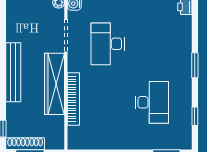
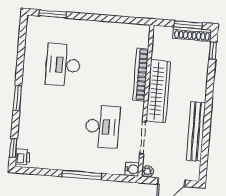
bench: (13, 72) -> (196, 132), moved
window: (195, 116) -> (13, 148), moved

